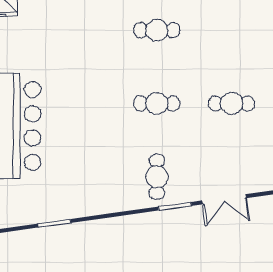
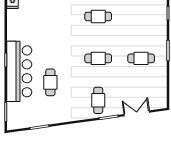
cafe table: (73, 145) -> (50, 82), added
double door: (224, 199) -> (137, 113), swing flipped

